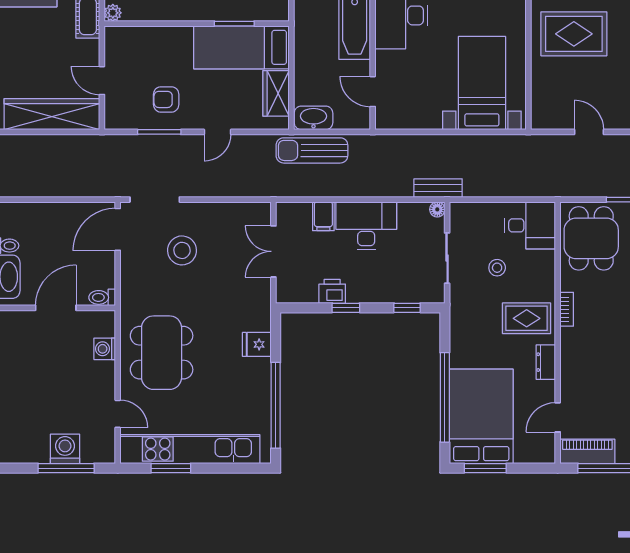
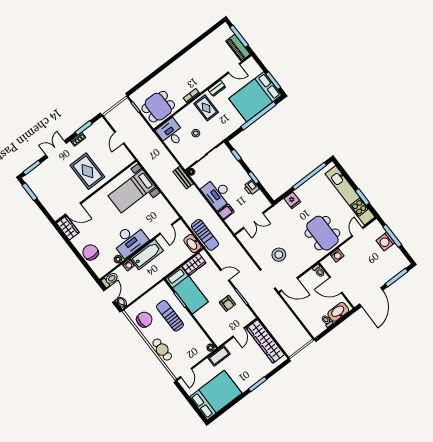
dining table: (162, 353) -> (322, 233), turned 90

